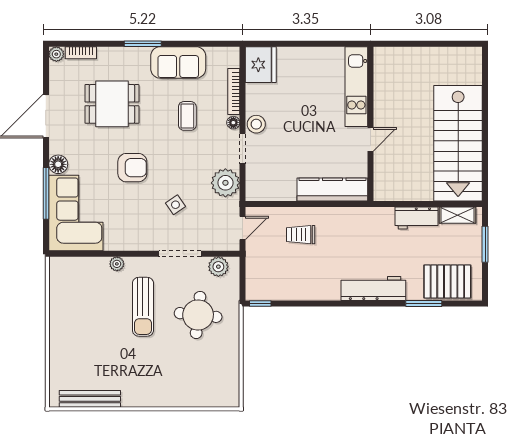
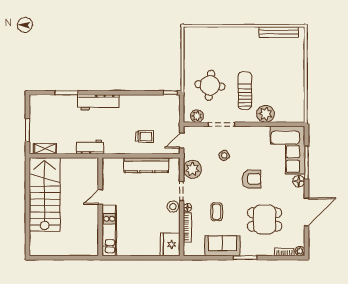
armchair: (132, 168) -> (252, 179), turned 180
kitchen counter: (332, 190) -> (146, 165), moved
workbench: (416, 218) -> (90, 147), moved
plant: (117, 264) -> (266, 114), width x1.87, depth x1.87
pallet: (447, 282) -> (52, 107), removed

